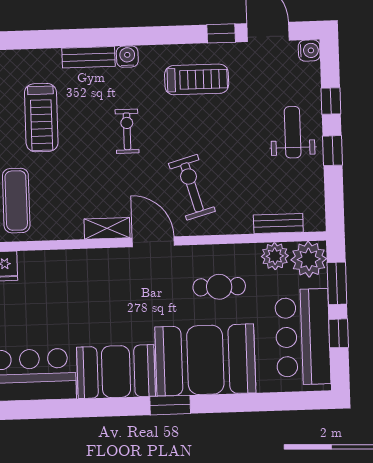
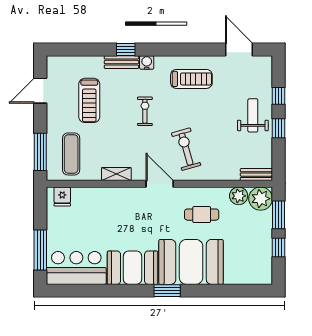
window: (221, 33) -> (126, 49), moved
water cooler: (309, 50) -> (265, 62), removed
bench: (278, 223) -> (256, 175), moved
shelving: (107, 228) -> (116, 174), moved
bar counter: (303, 337) -> (255, 249), removed

